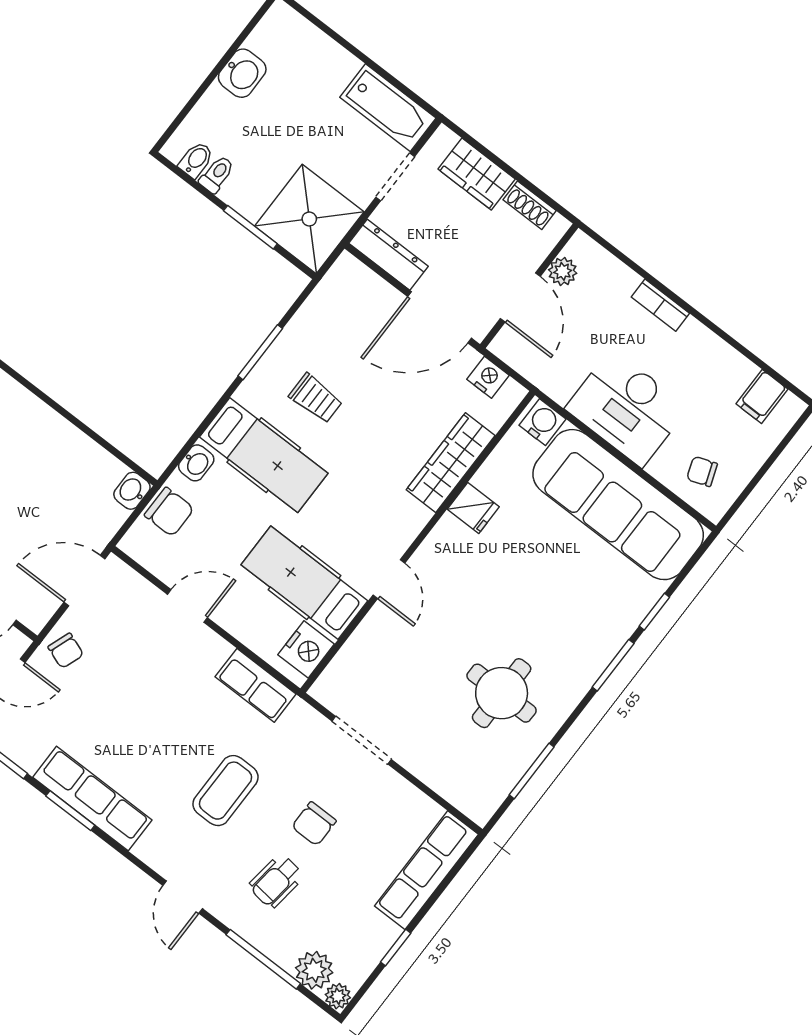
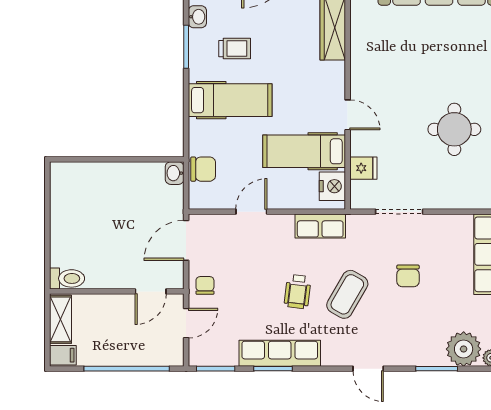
washbasin: (196, 463) -> (197, 17), moved
fridge: (473, 508) -> (363, 168), moved
chair: (66, 651) -> (205, 285), turned -110
coffee table: (226, 791) -> (347, 294), turned 30
wheelchair: (276, 881) -> (298, 292), moved
window: (263, 959) -> (437, 369), width x0.69
plant: (314, 970) -> (464, 349), width x1.36, depth x1.36

